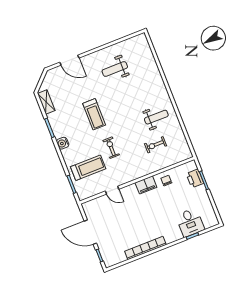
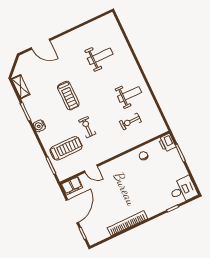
weight bench: (115, 69) -> (100, 56), moved, turned 180
printer: (195, 178) -> (167, 143), moved
filing cabinet: (146, 185) -> (72, 186), moved
desk: (190, 222) -> (183, 190), moved, turned -90
door: (90, 232) -> (72, 211), swing flipped

